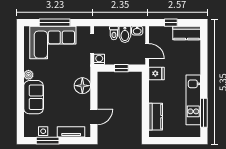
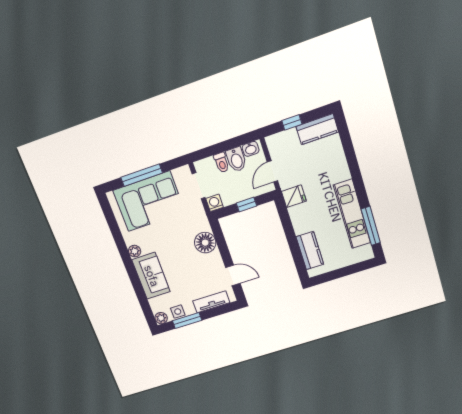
door: (147, 51) -> (272, 171), swing flipped
door: (94, 117) -> (233, 275), hinge flipped
plant: (29, 132) -> (161, 318), added

